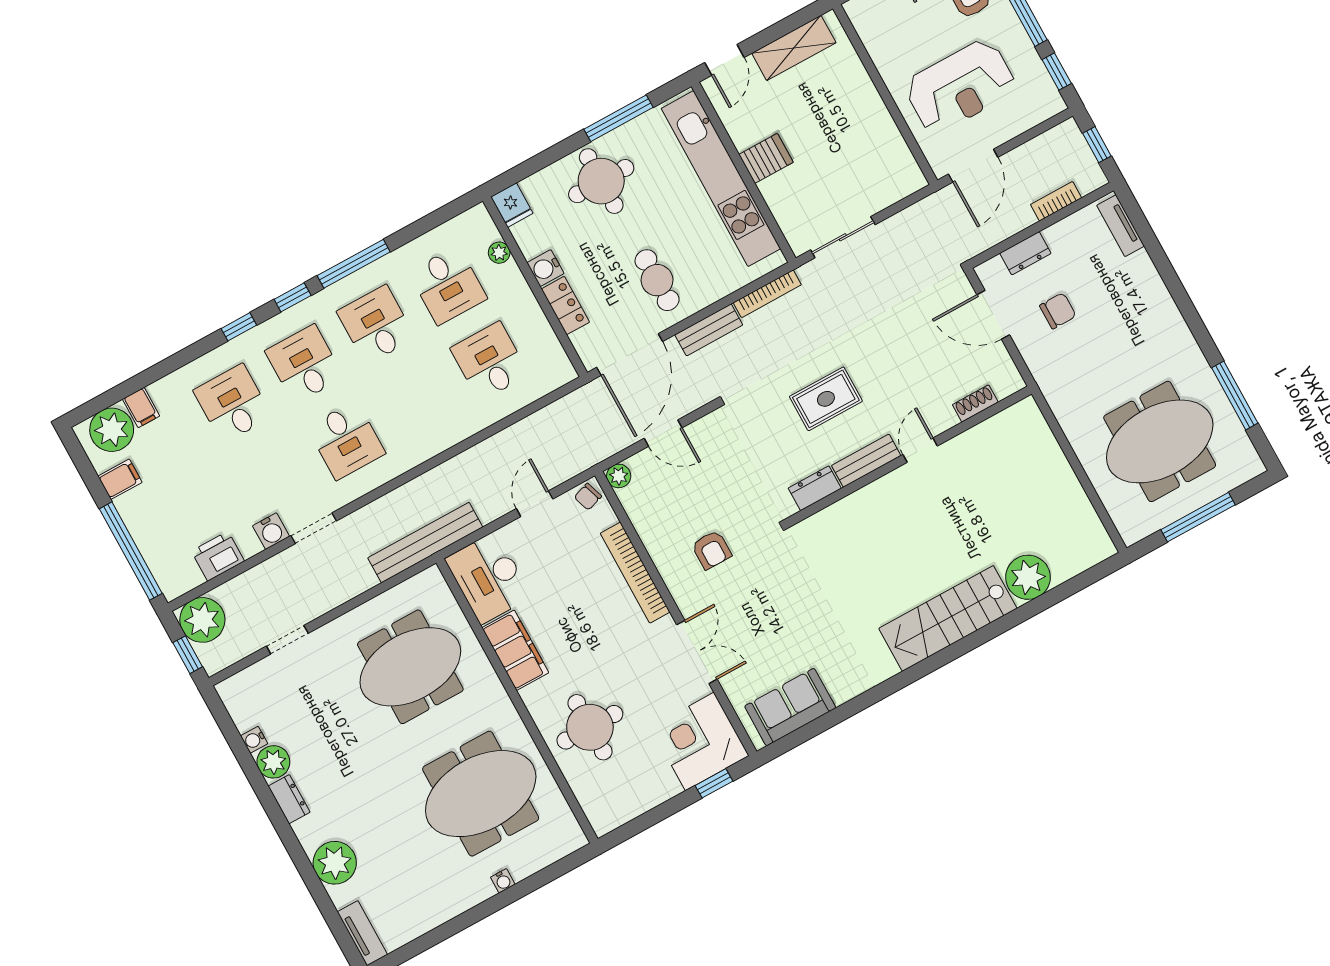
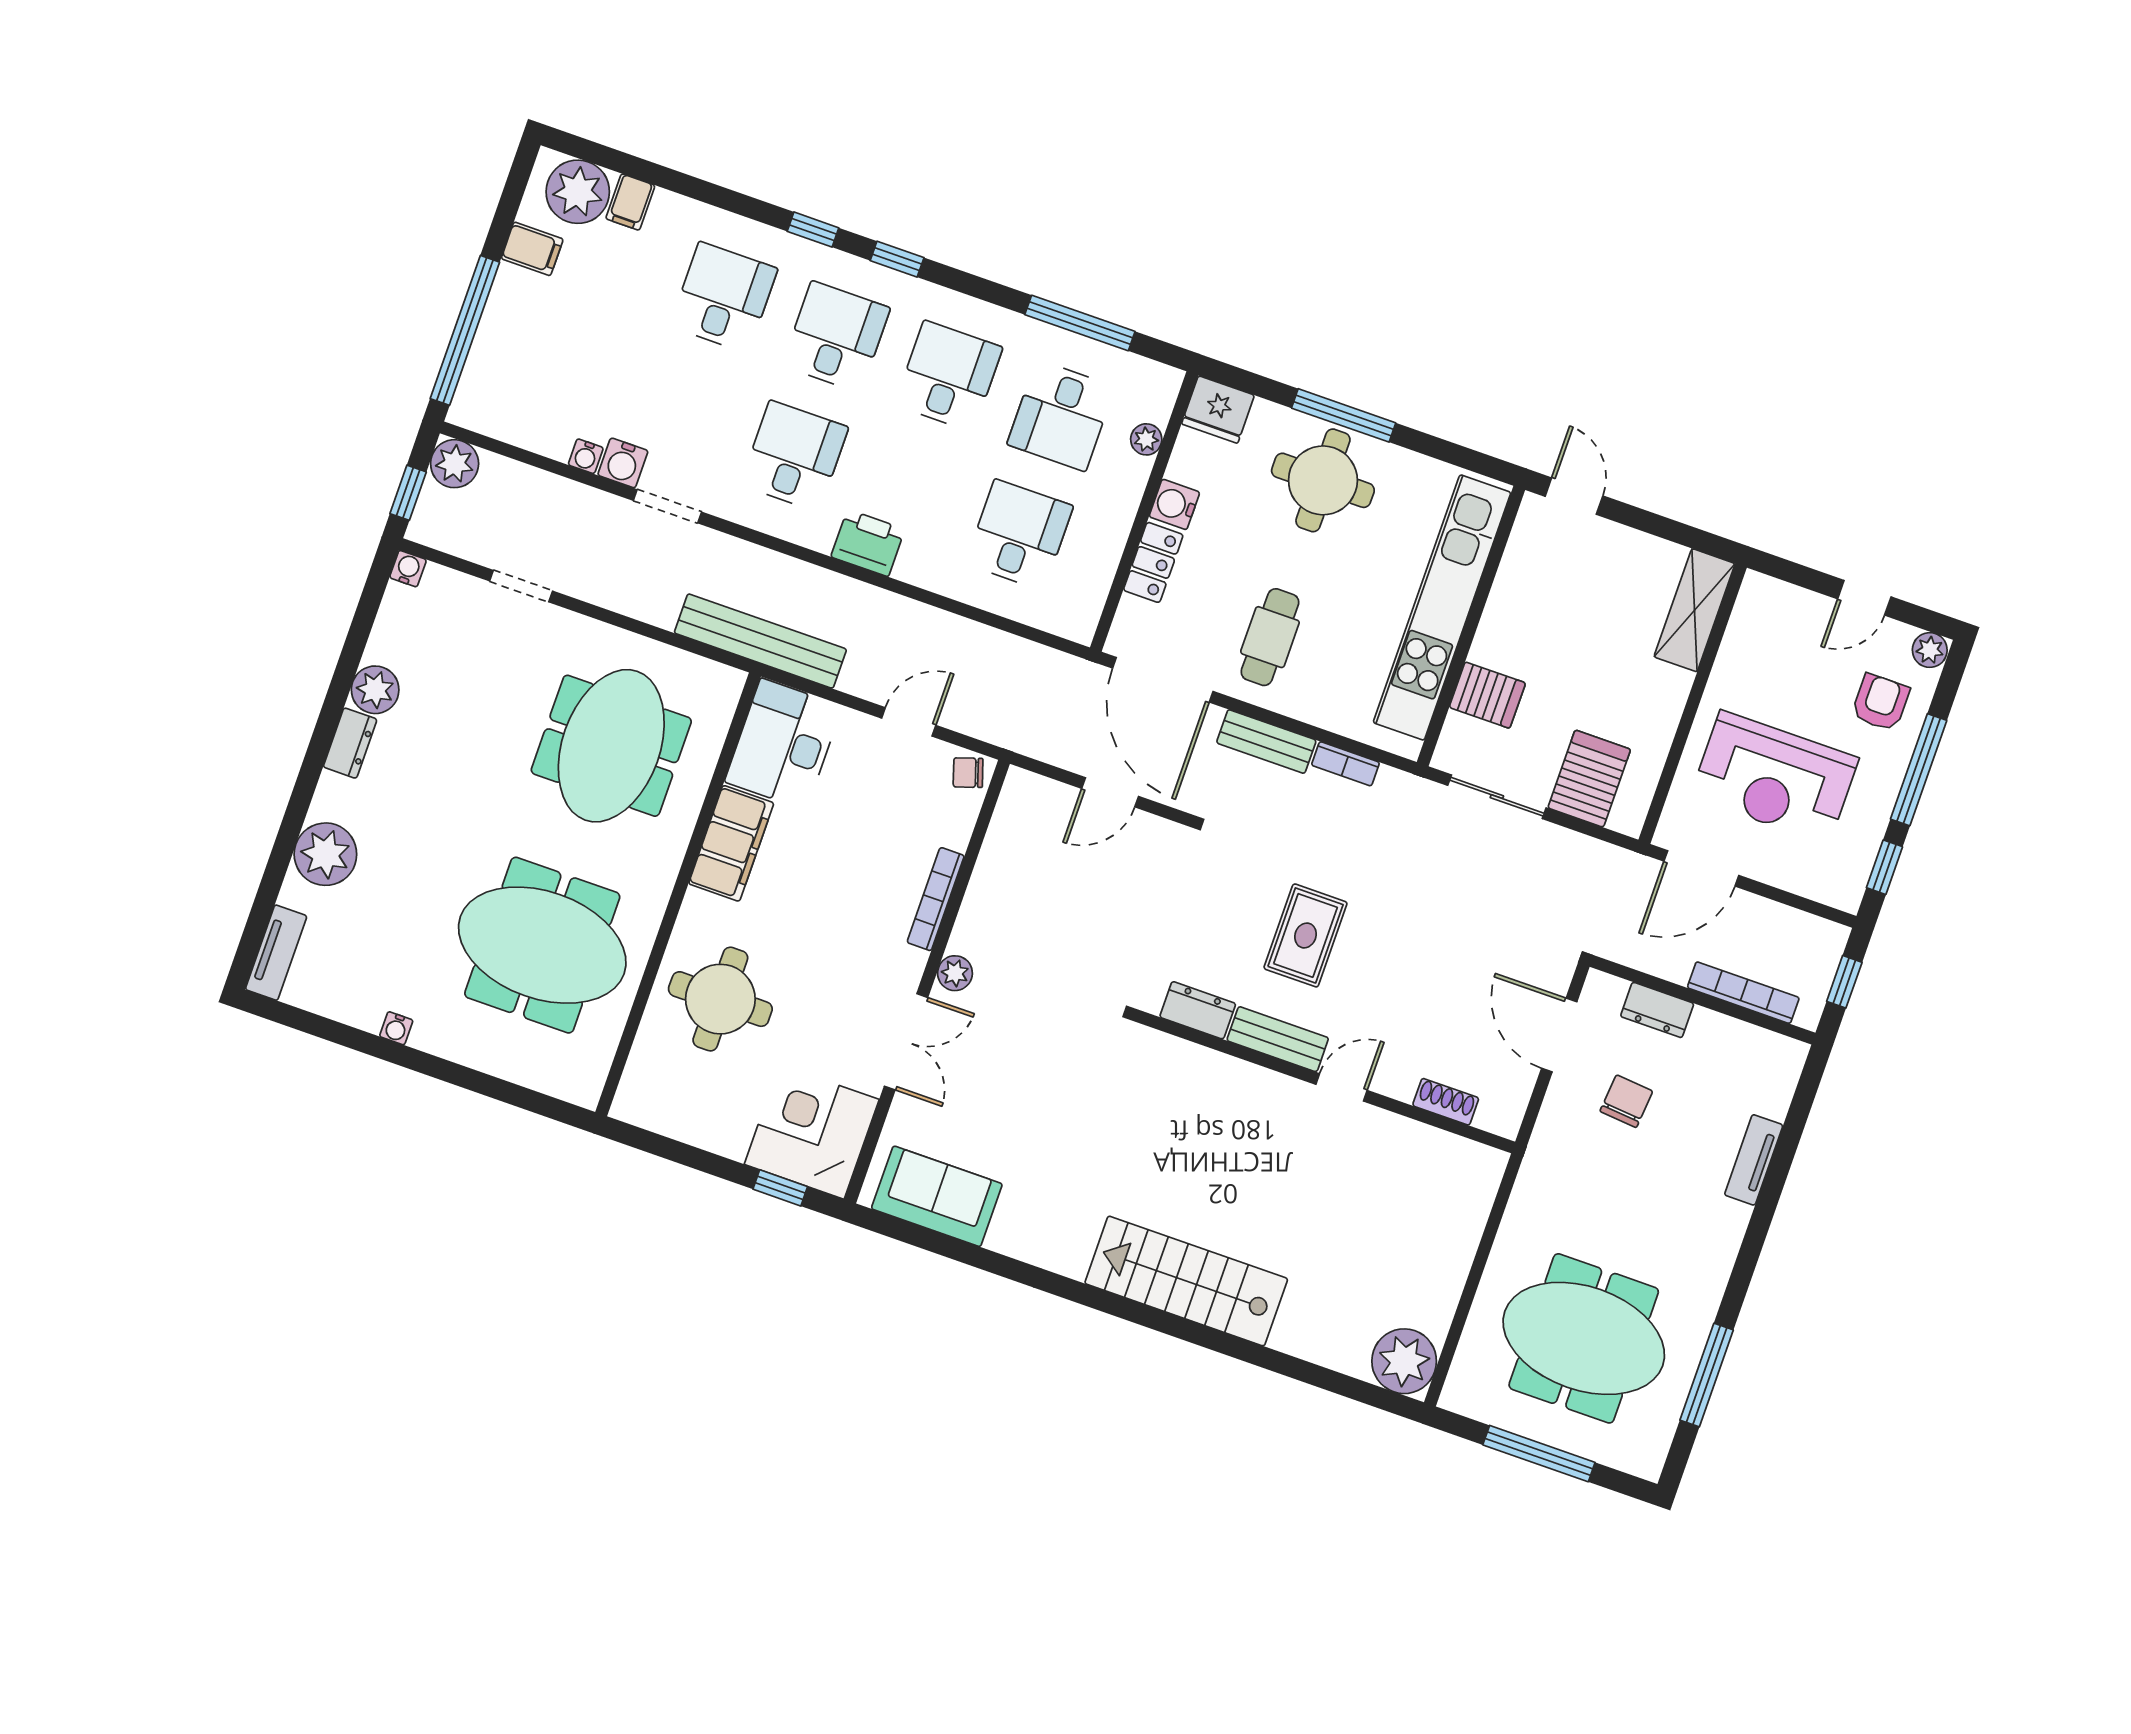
shelving: (794, 48) -> (1695, 610), moved, turned 90
door: (724, 60) -> (1574, 496), swing flipped
window: (618, 118) -> (1344, 415), moved
server rack: (766, 158) -> (1487, 695), moved
server rack: (876, 182) -> (1589, 779), added
bookcase: (1056, 201) -> (1743, 993), width x1.56
fridge: (512, 205) -> (1218, 410), width x1.38
tv unit: (1121, 226) -> (1754, 1160), moved
window: (354, 264) -> (1080, 323), moved
bookcase: (767, 294) -> (1345, 764), width x0.64
chair: (1058, 311) -> (1626, 1101), turned -85
door: (630, 354) -> (1163, 680), hinge flipped
rug: (826, 399) -> (1305, 935), turned 90
door: (663, 433) -> (1110, 792), hinge flipped
desk: (346, 440) -> (794, 456), turned 180
plant: (619, 476) -> (955, 973), moved
water cooler: (251, 547) -> (586, 456), added
armchair: (712, 550) -> (1031, 958), removed
printer: (218, 556) -> (868, 543), moved
bookcase: (635, 573) -> (936, 899), width x0.68, depth x0.76
plant: (1028, 577) -> (1404, 1361), moved
plant: (202, 620) -> (455, 464), width x0.73, depth x0.73
meeting table: (410, 667) -> (611, 746), turned 90
water cooler: (254, 740) -> (408, 569), moved, turned 90
water cooler: (503, 881) -> (396, 1028), moved

